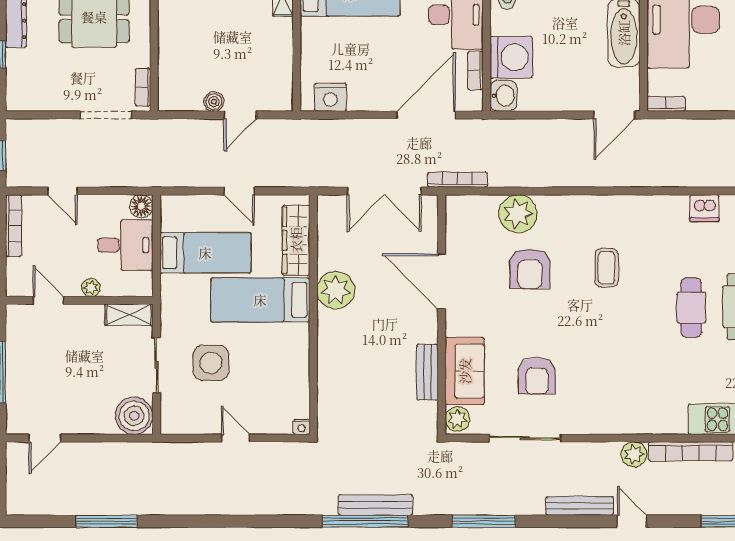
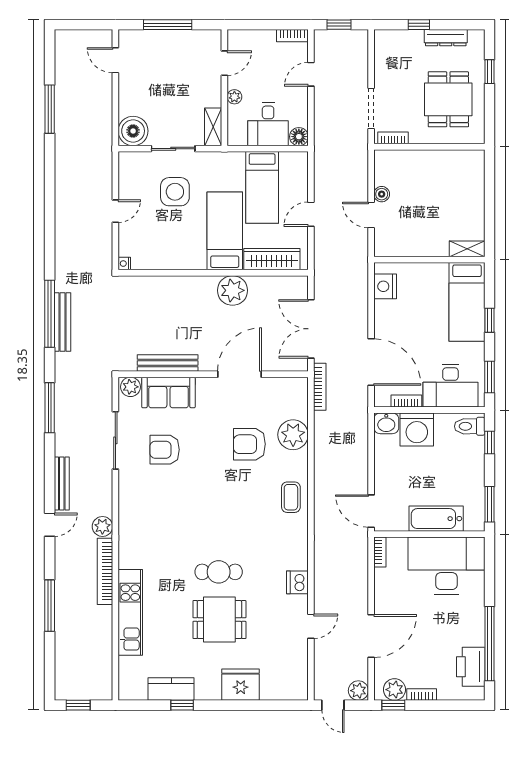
bookcase: (14, 226) -> (292, 36), width x0.64
coffee table: (606, 268) -> (291, 497), moved, turned 90
bench: (427, 372) -> (168, 363), width x1.36

